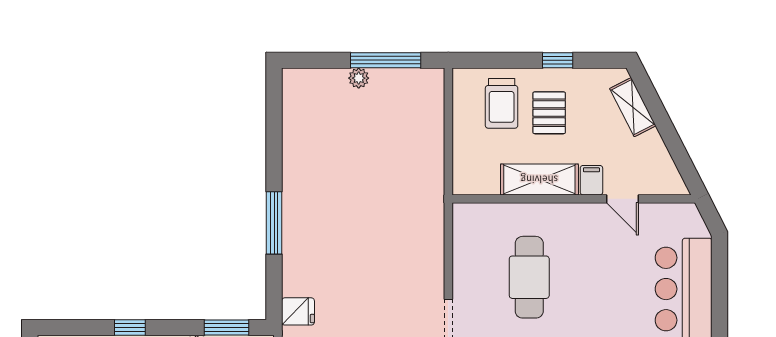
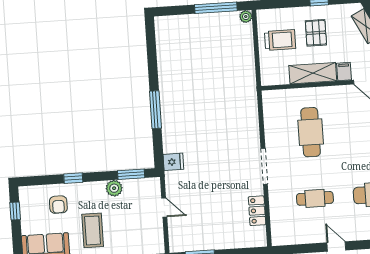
plant: (359, 78) -> (246, 17), moved
trolley: (502, 103) -> (280, 40), moved, turned -90

